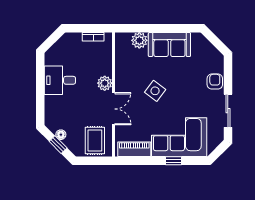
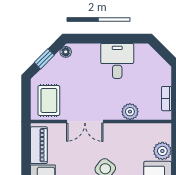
plant: (105, 83) -> (130, 112), moved
floor lamp: (61, 135) -> (66, 52), moved
rug: (95, 141) -> (49, 101), turned 90

